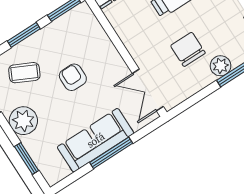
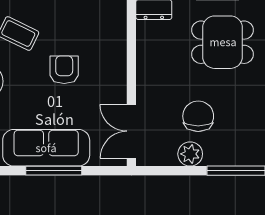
plant: (221, 66) -> (190, 154), moved

